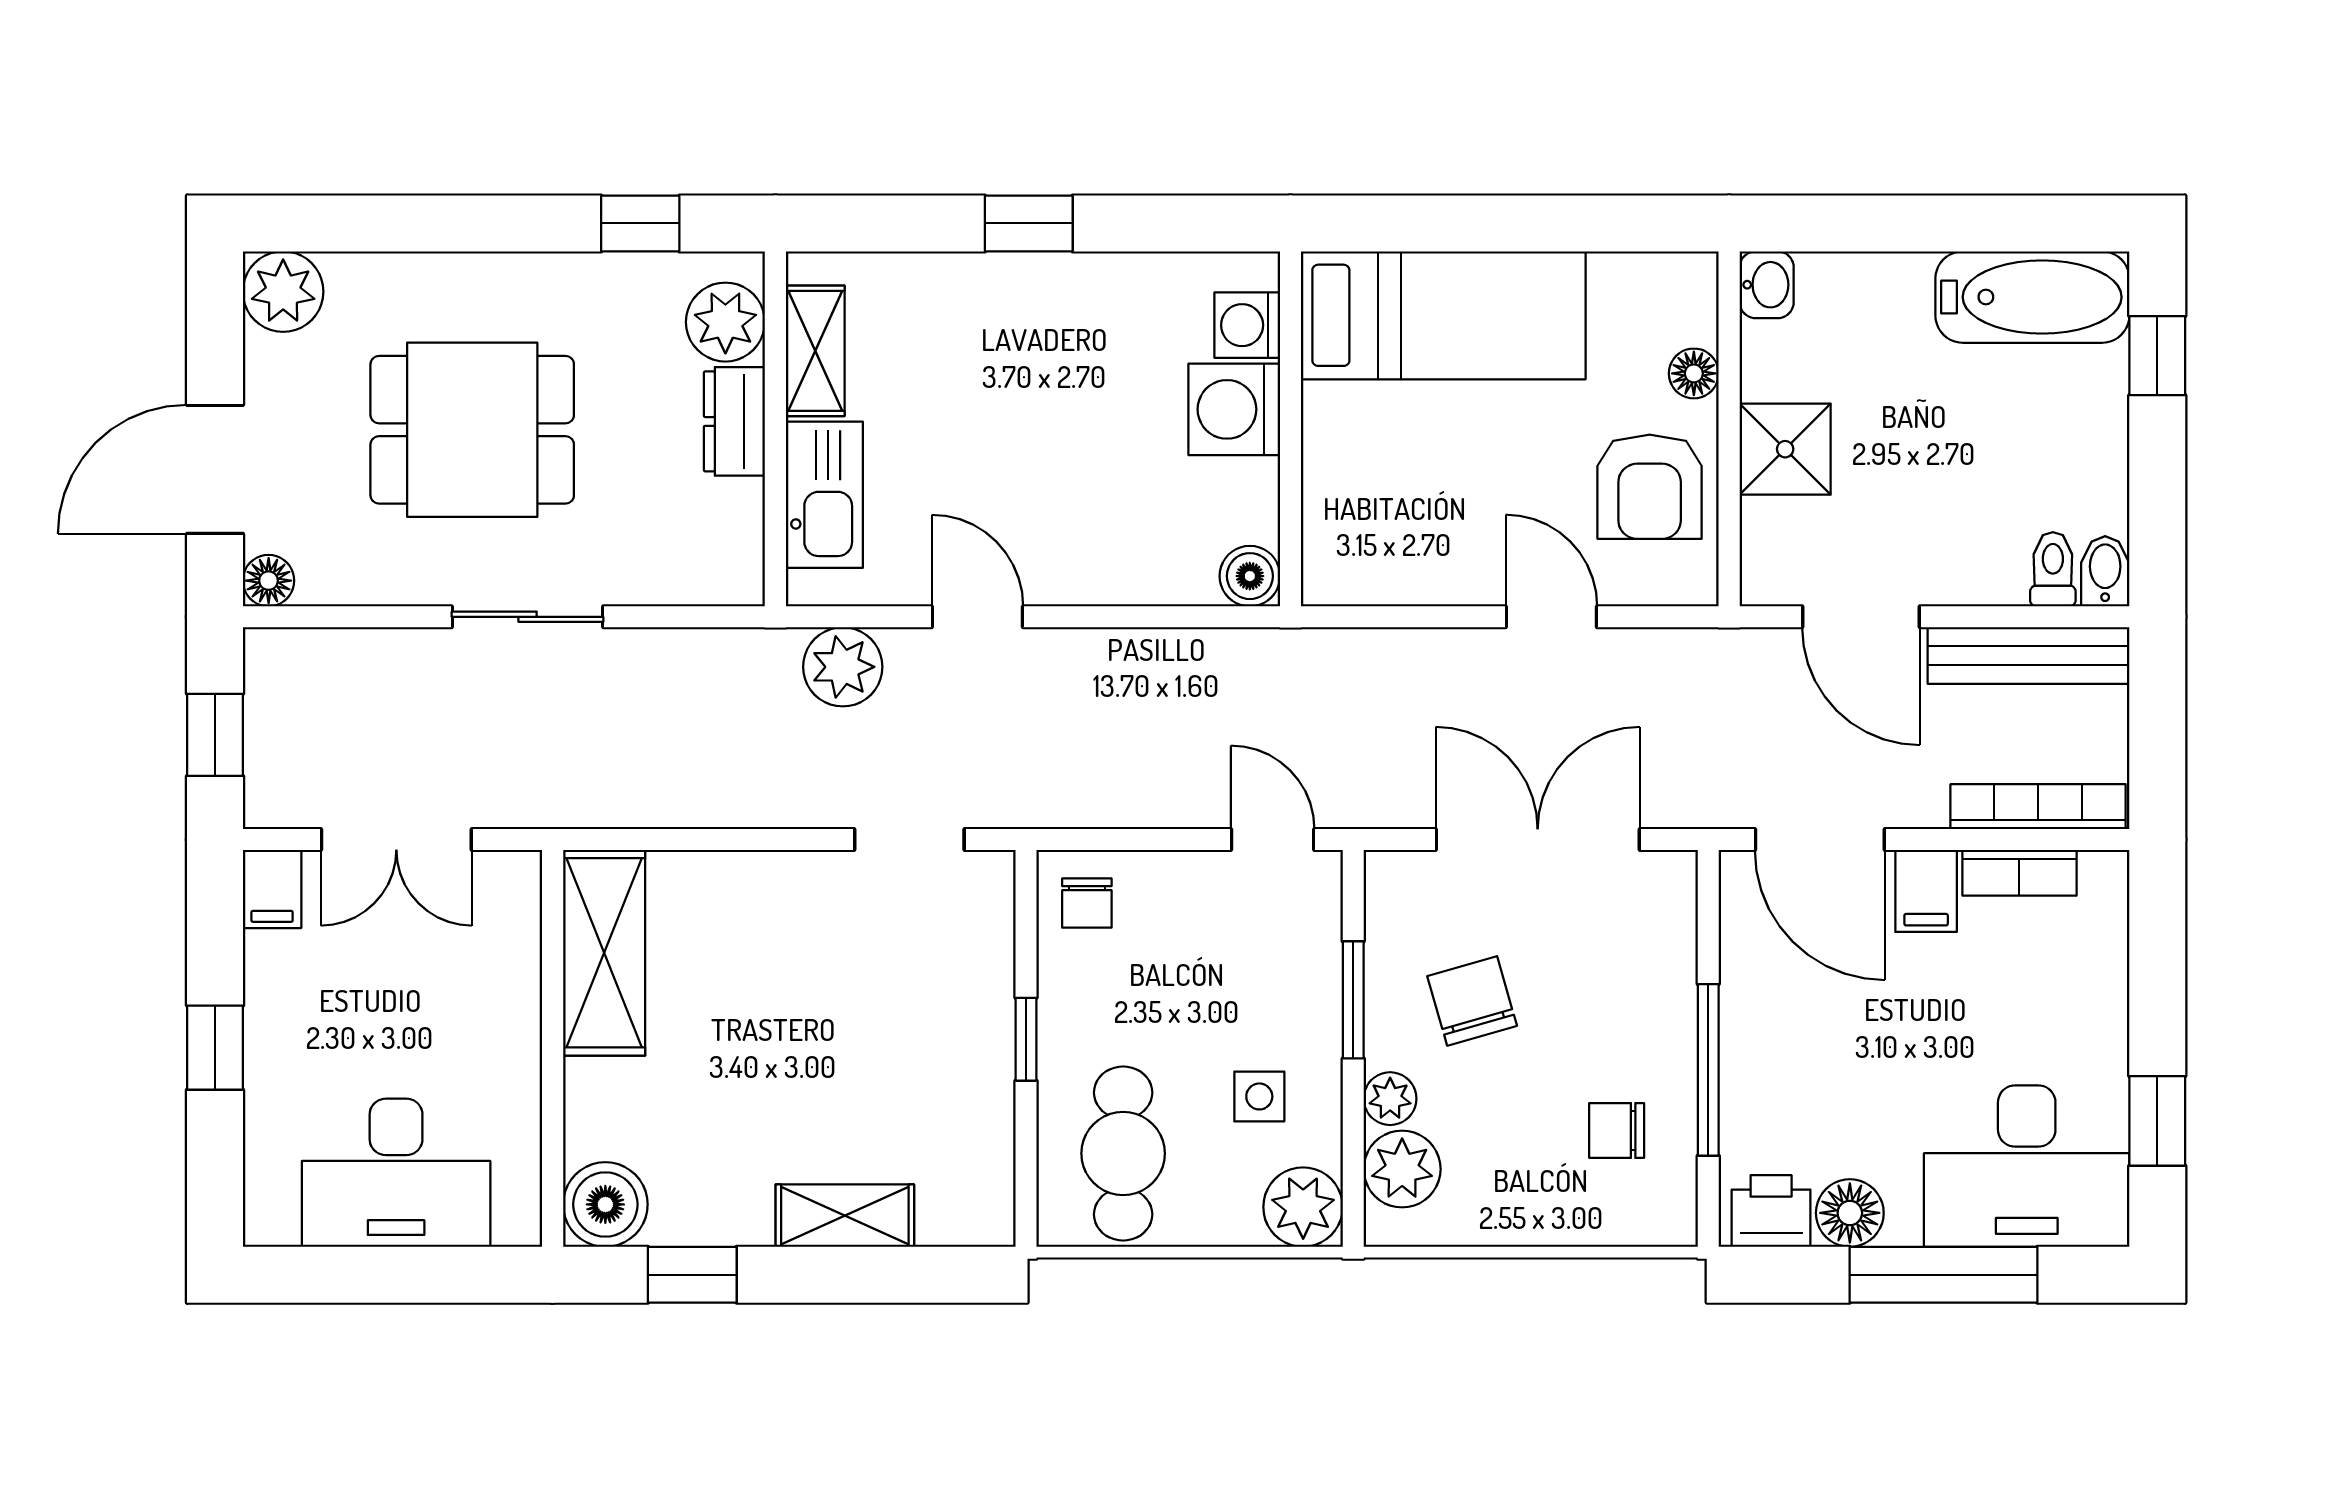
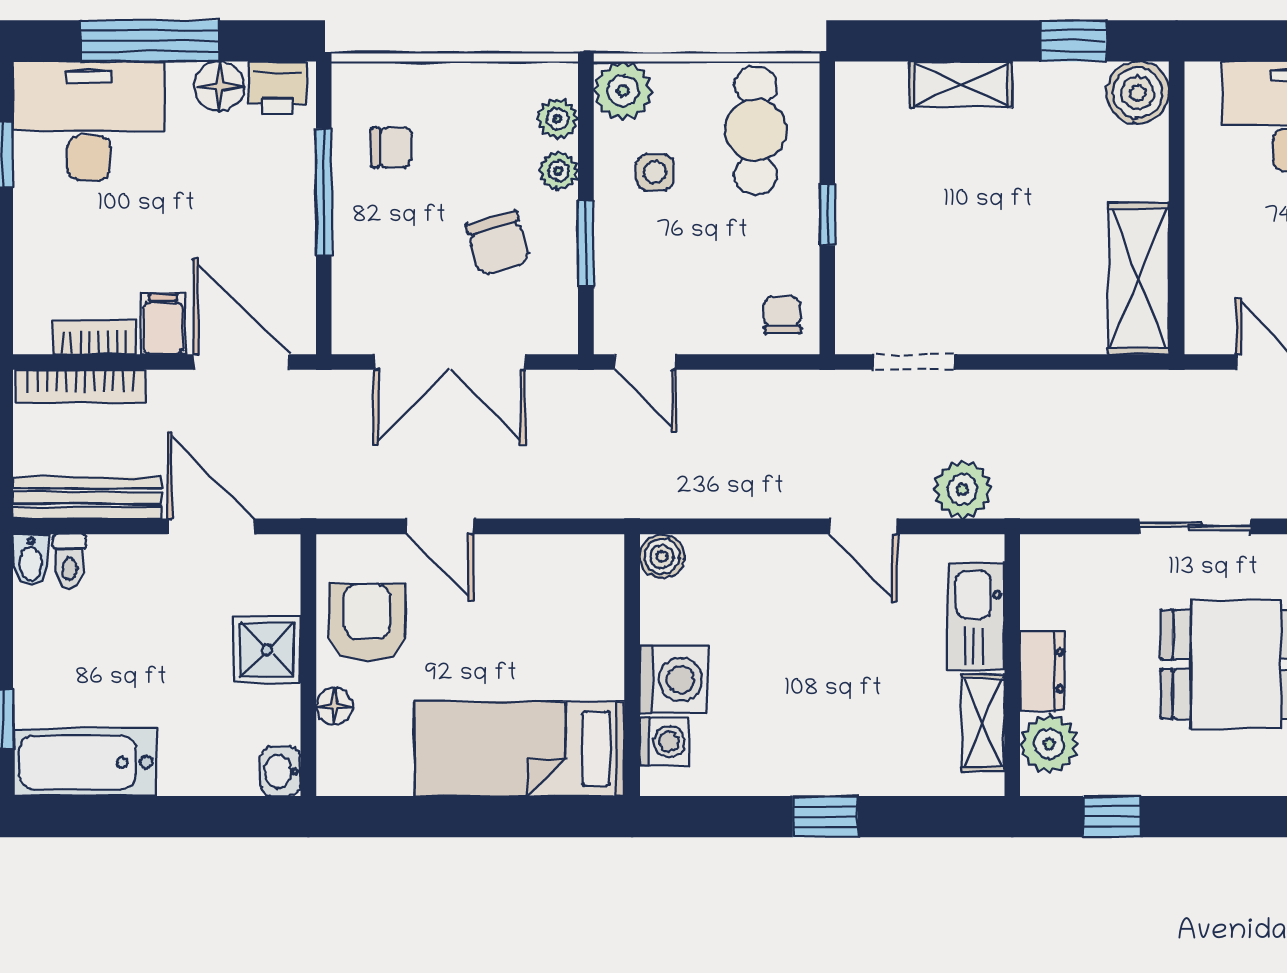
plant: (1402, 1169) -> (557, 119), width x0.73, depth x0.73

